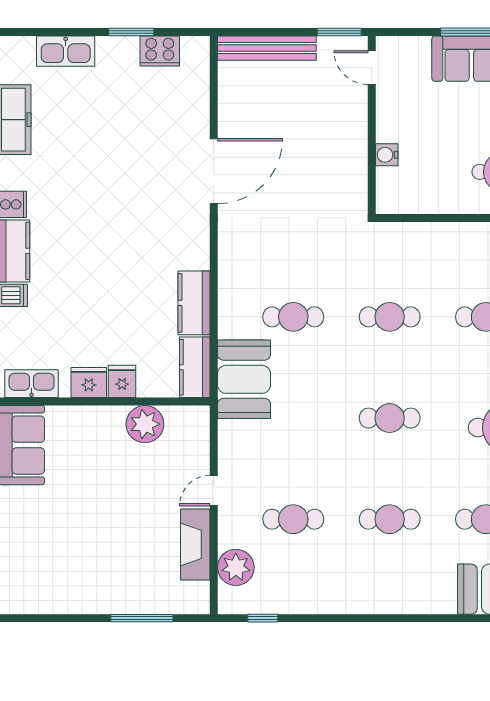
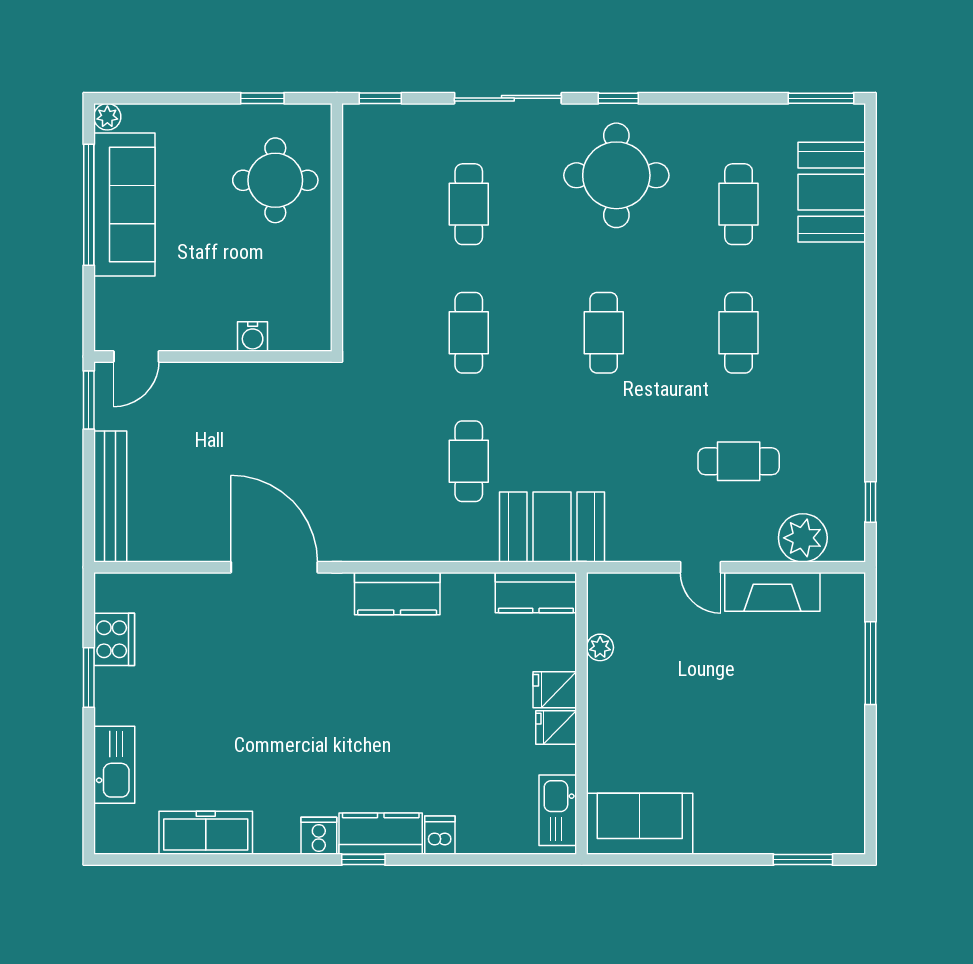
kitchen counter: (194, 303) -> (397, 594), moved
fridge: (89, 382) -> (556, 728), width x0.72
plant: (145, 424) -> (600, 647), width x0.53, depth x0.53
cafe table: (293, 519) -> (739, 461), turned 90

